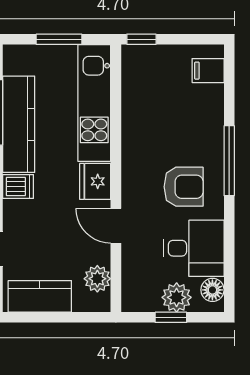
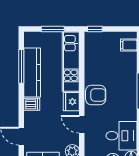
armchair: (184, 187) -> (96, 95), moved

